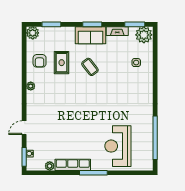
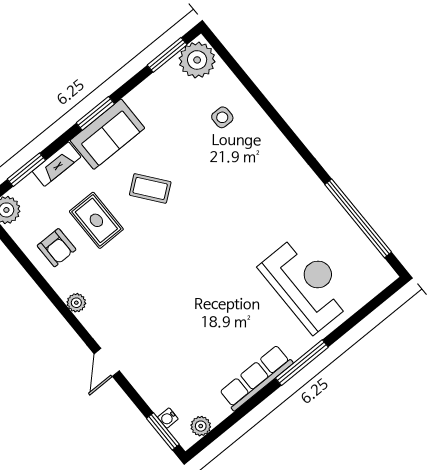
fireplace: (117, 31) -> (57, 164), moved
door: (24, 128) -> (107, 362), moved
reception desk: (118, 146) -> (306, 284), turned 180
plant: (50, 166) -> (201, 426), moved

